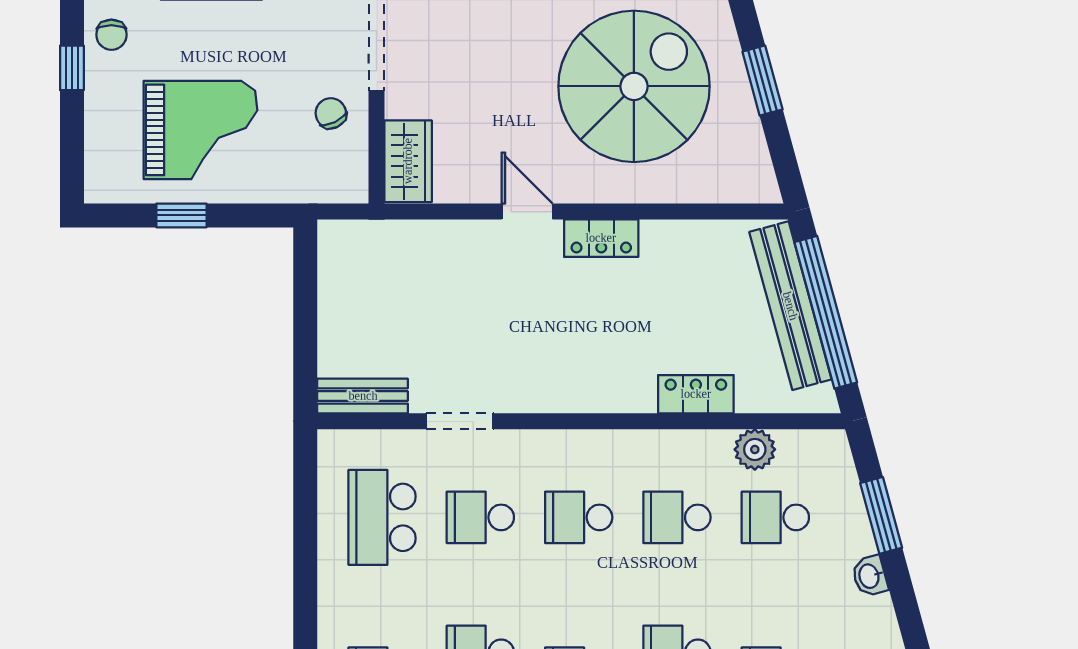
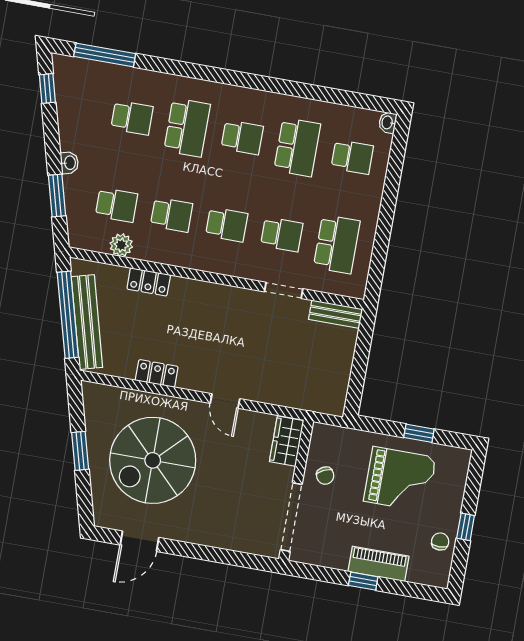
grand piano: (201, 130) -> (400, 479), turned 180
locker: (601, 238) -> (157, 373), moved

